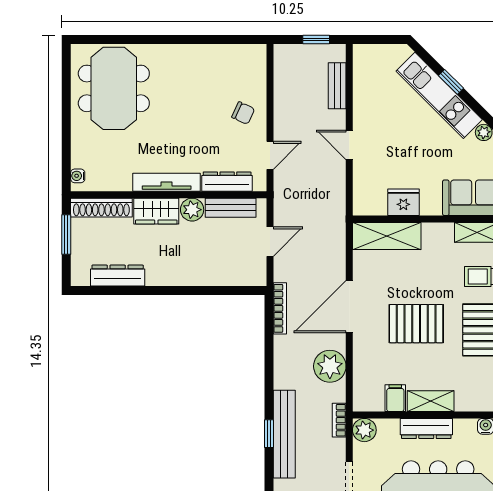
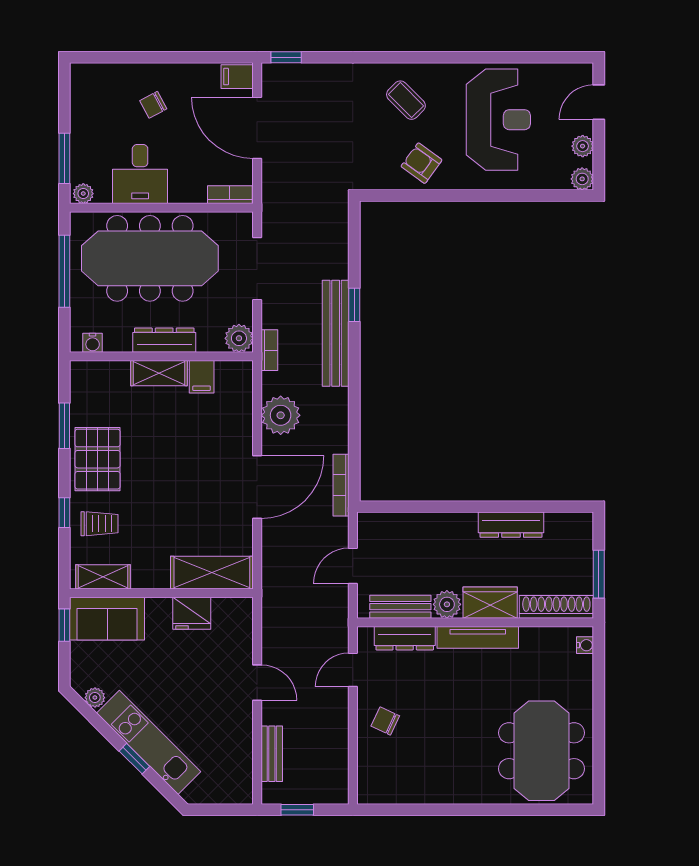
dresser: (118, 276) -> (511, 525), moved
pallet: (416, 324) -> (176, 467), removed
window: (269, 434) -> (354, 305), moved

